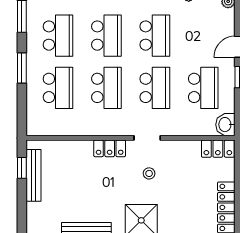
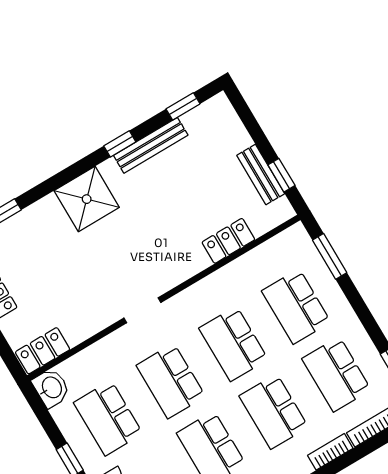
window: (22, 68) -> (330, 256), moved
locker: (110, 148) -> (228, 241), moved
stool: (149, 173) -> (113, 266), removed
bench: (33, 175) -> (261, 175), width x0.73

